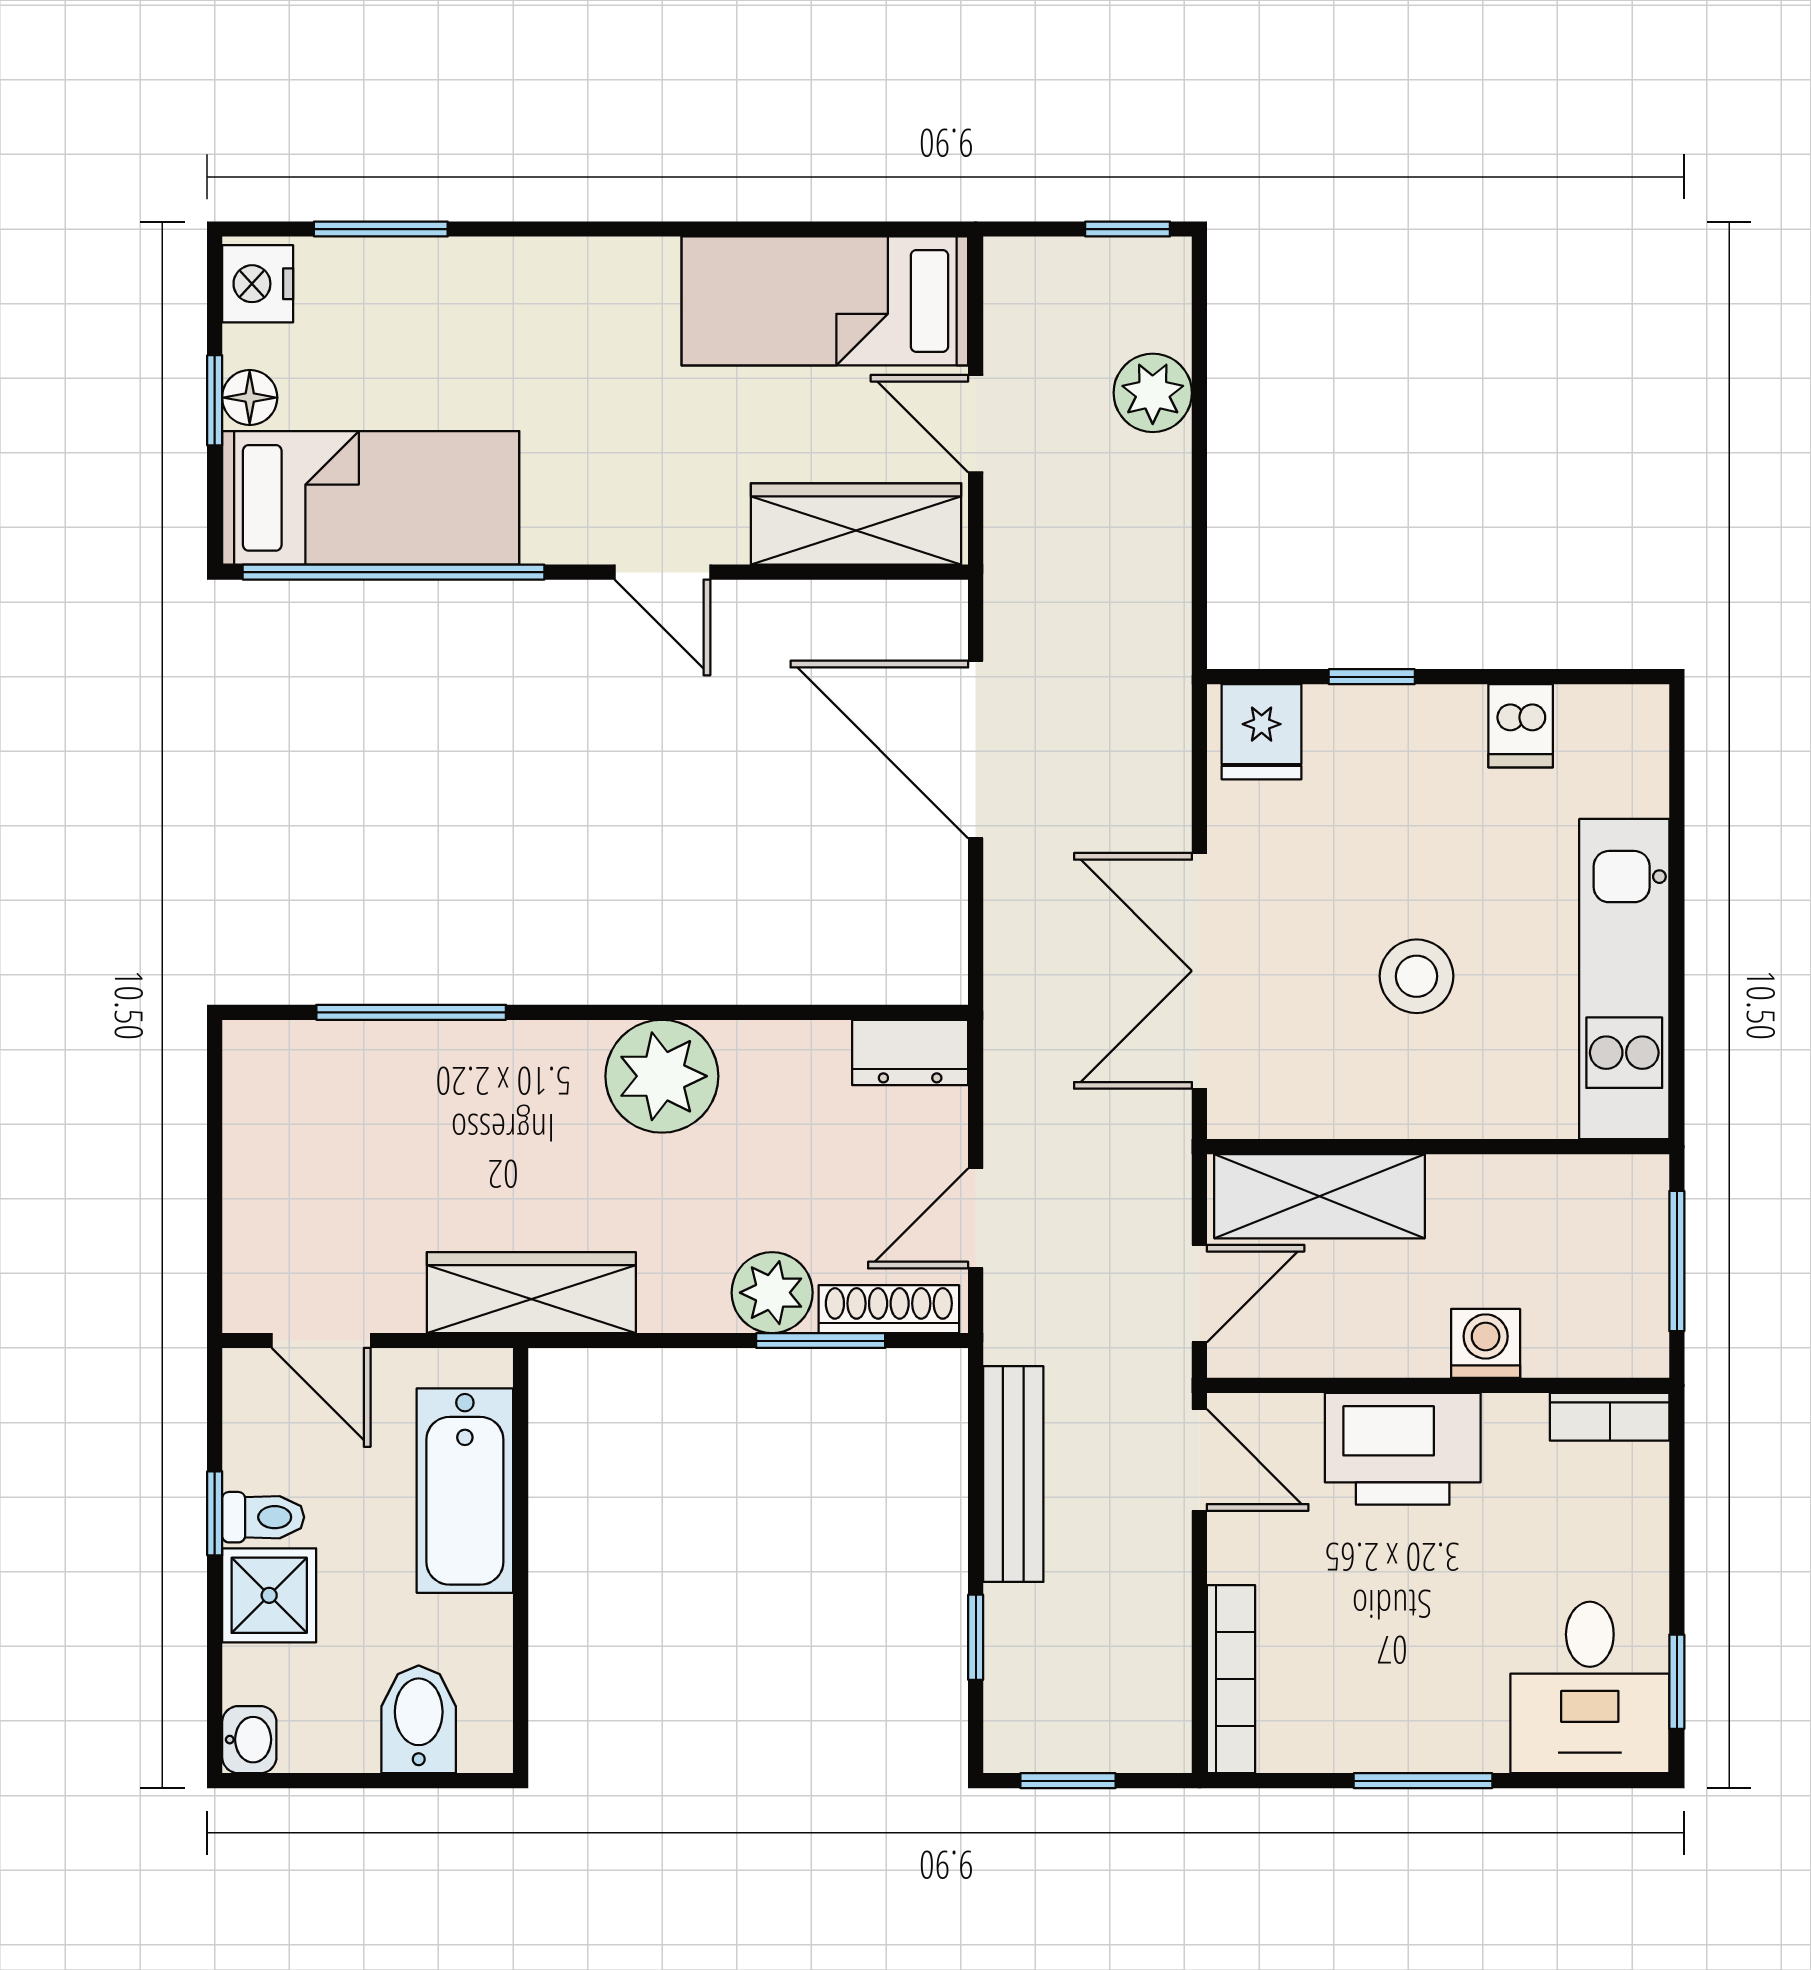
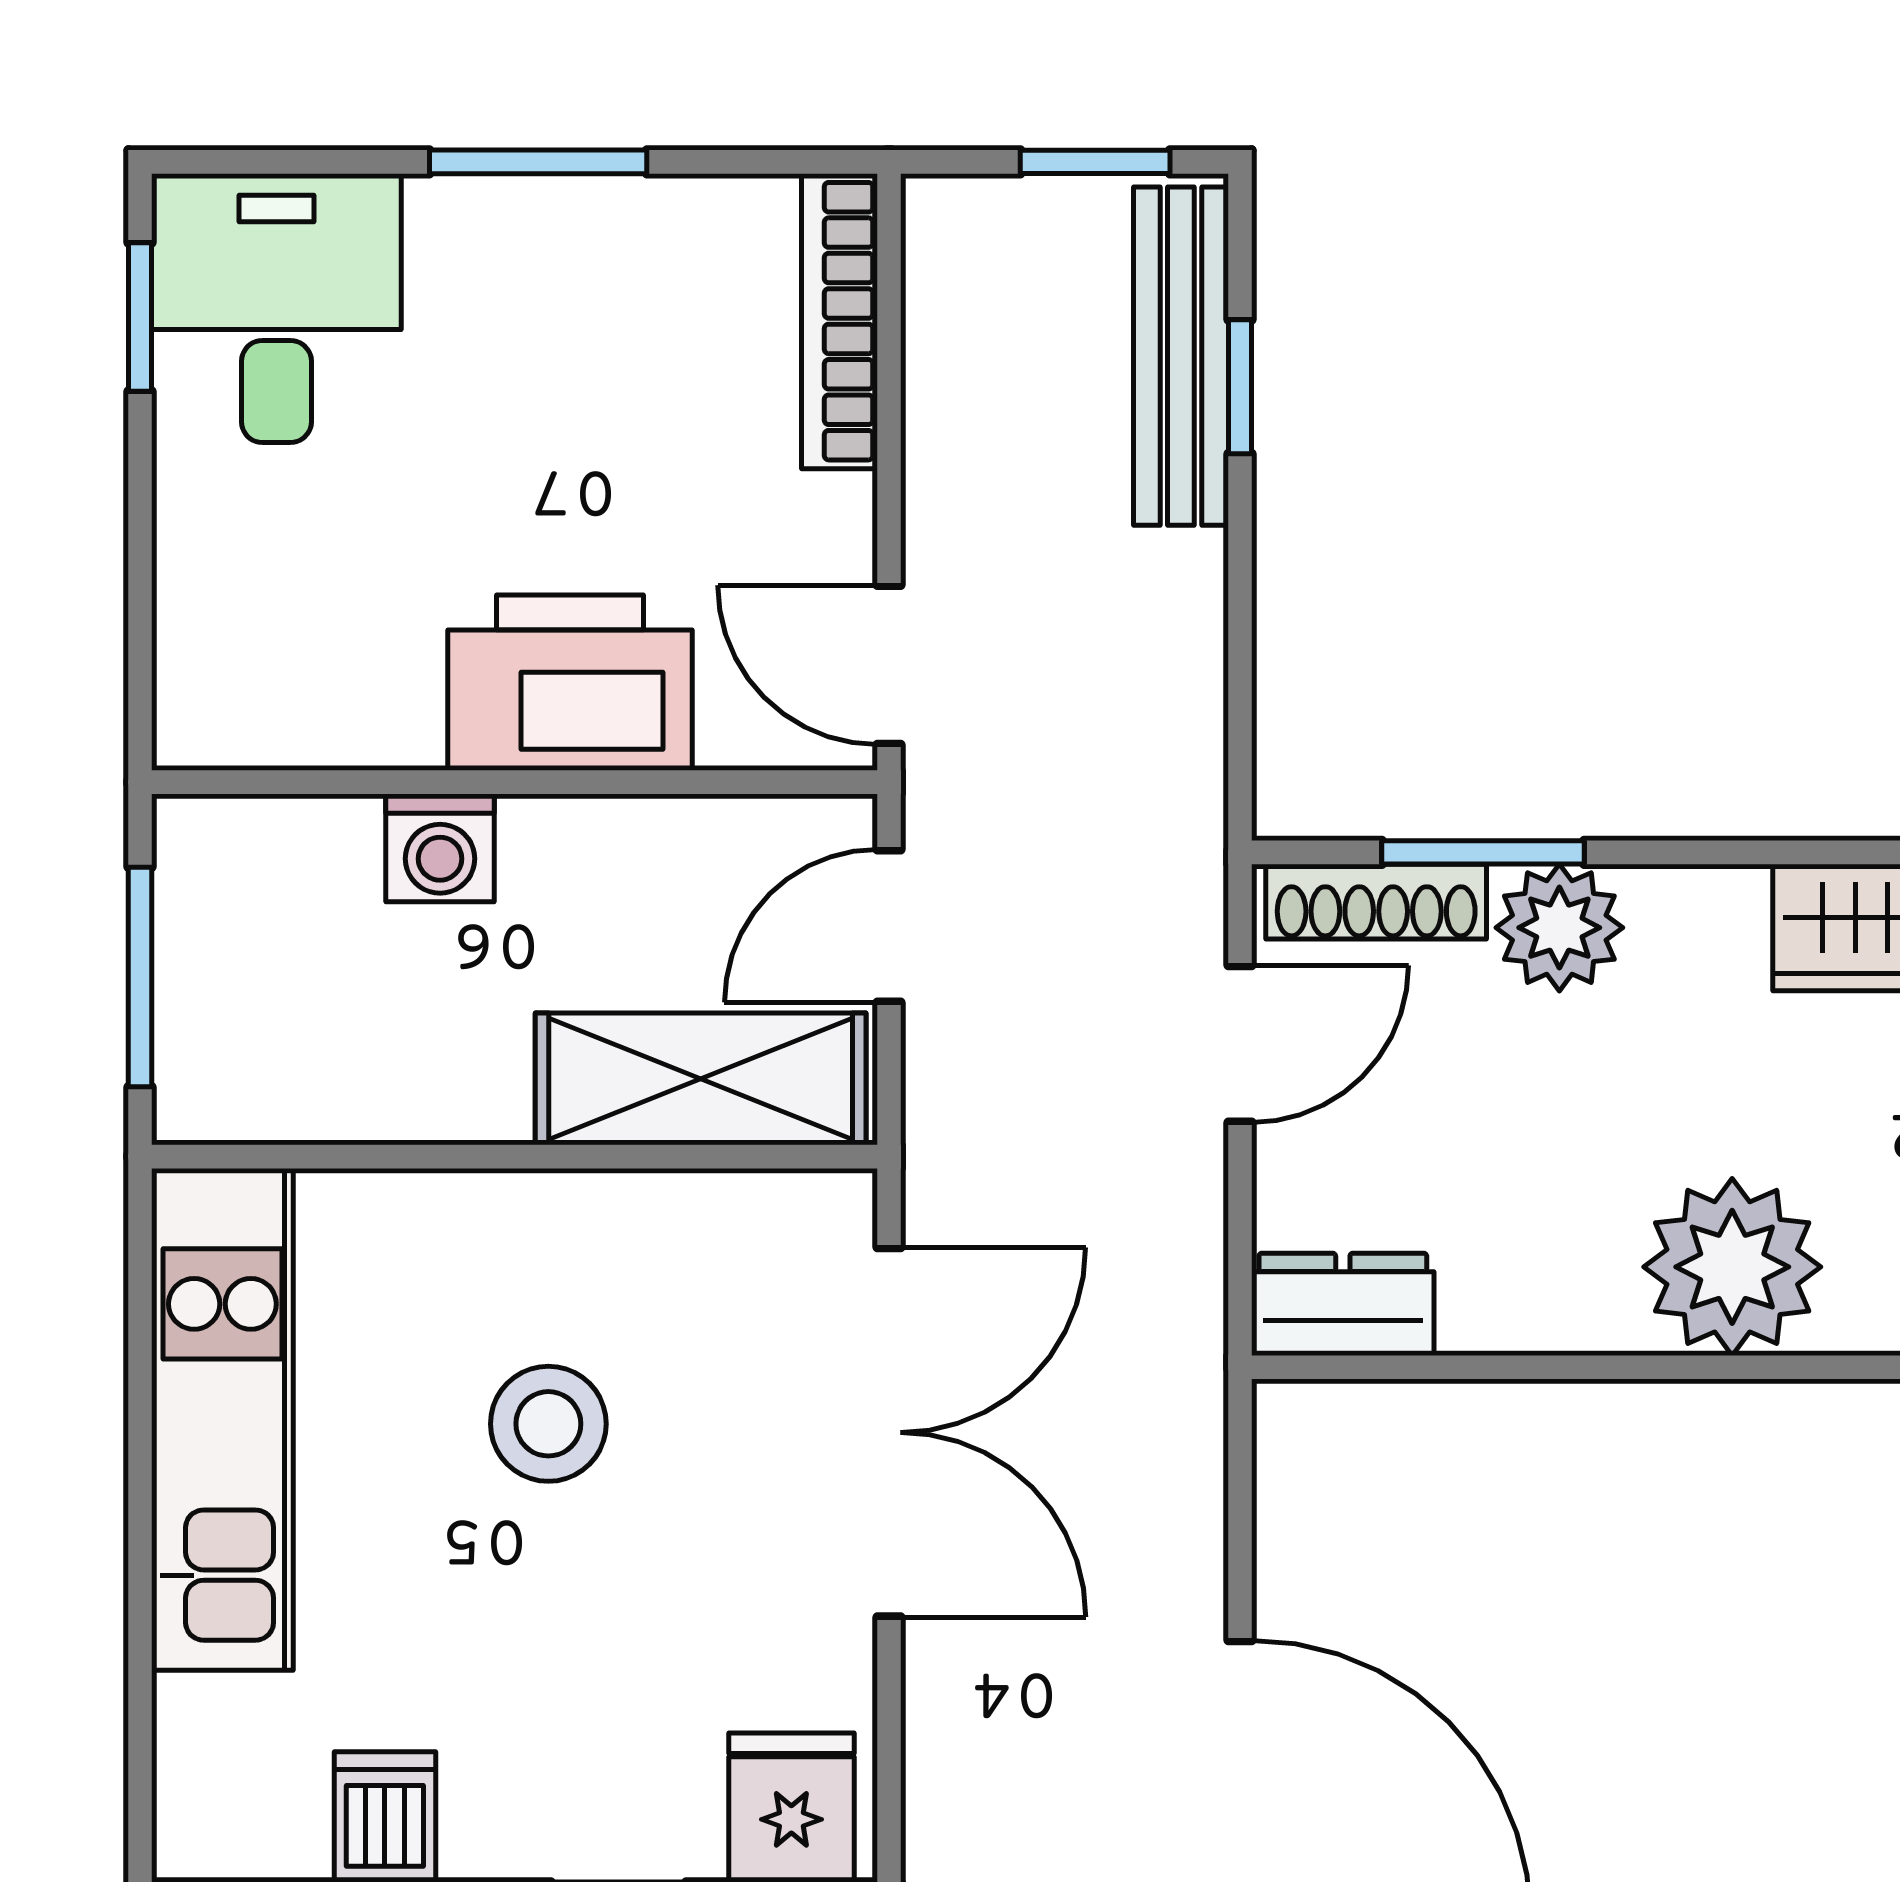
bookcase: (1610, 1417) -> (245, 733), removed
bench: (1013, 1474) -> (1181, 356), moved

